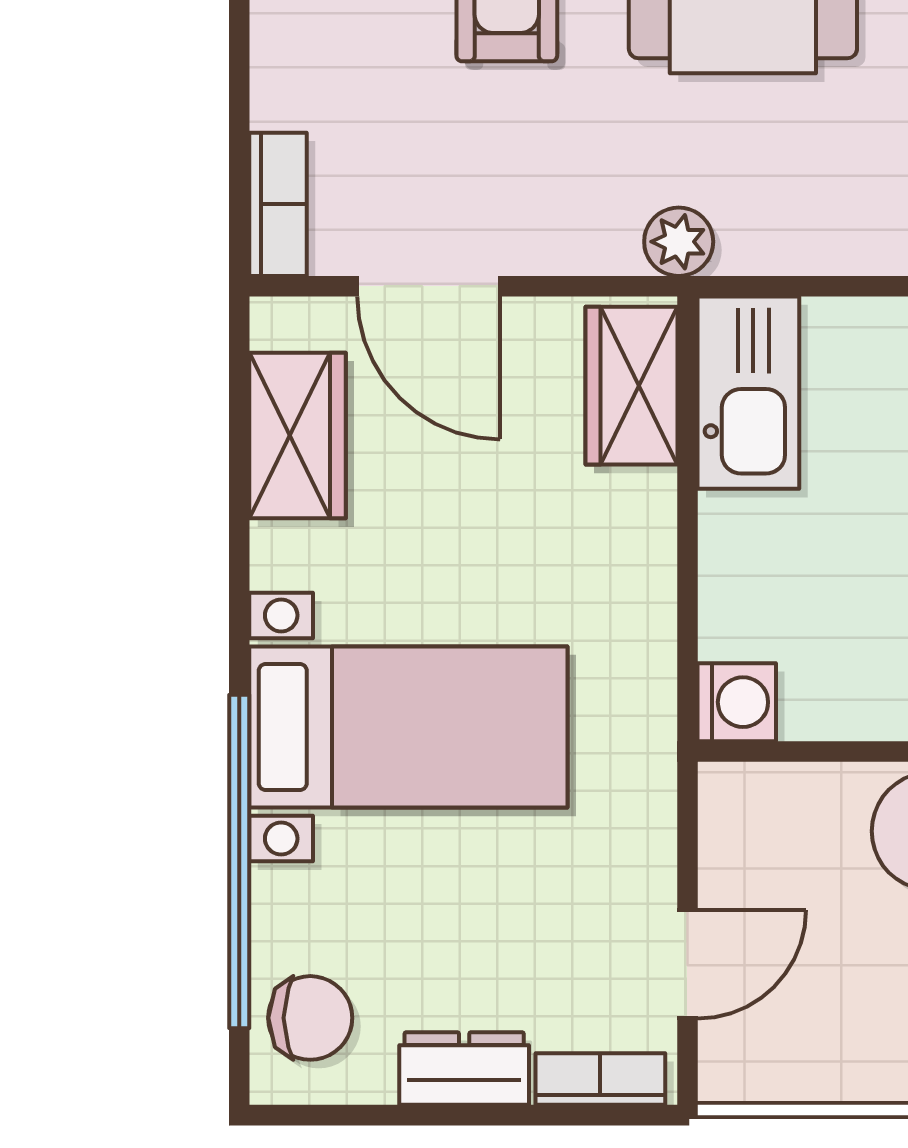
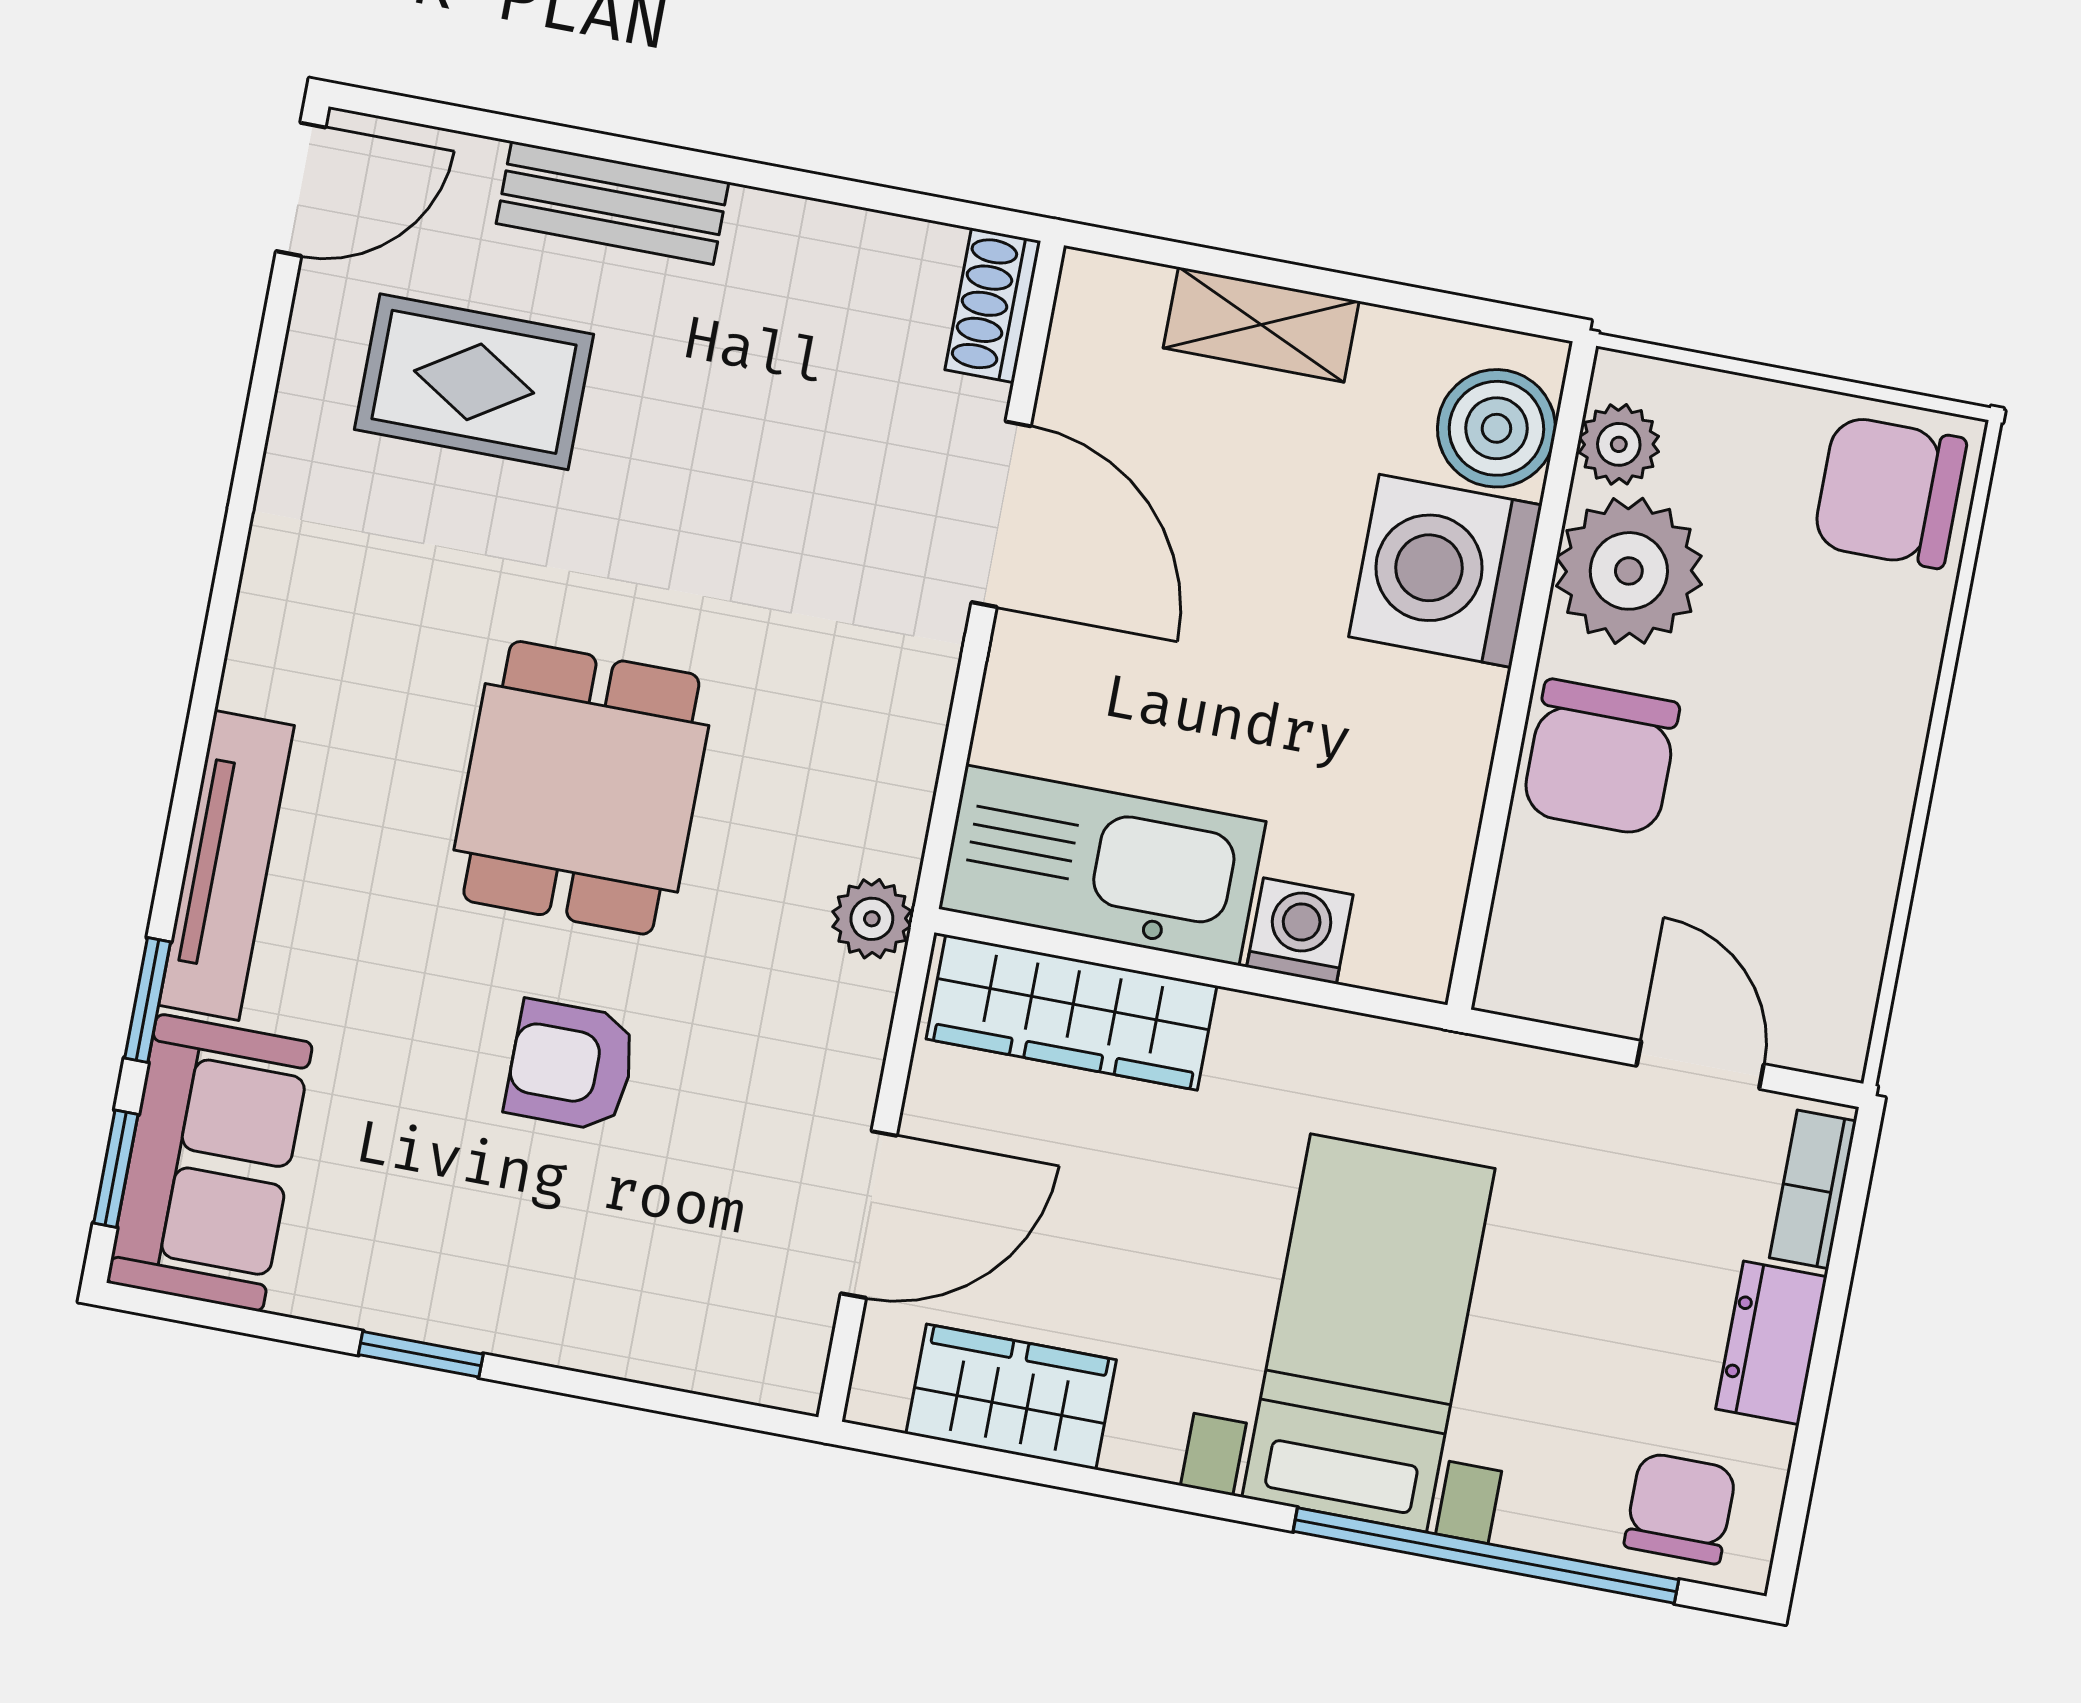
bookcase: (278, 204) -> (743, 1369), removed
wardrobe: (632, 386) -> (1072, 1012), width x1.50
kitchen sink: (748, 393) -> (1102, 865), width x1.36, depth x1.24
washing machine: (737, 702) -> (1300, 931), moved

